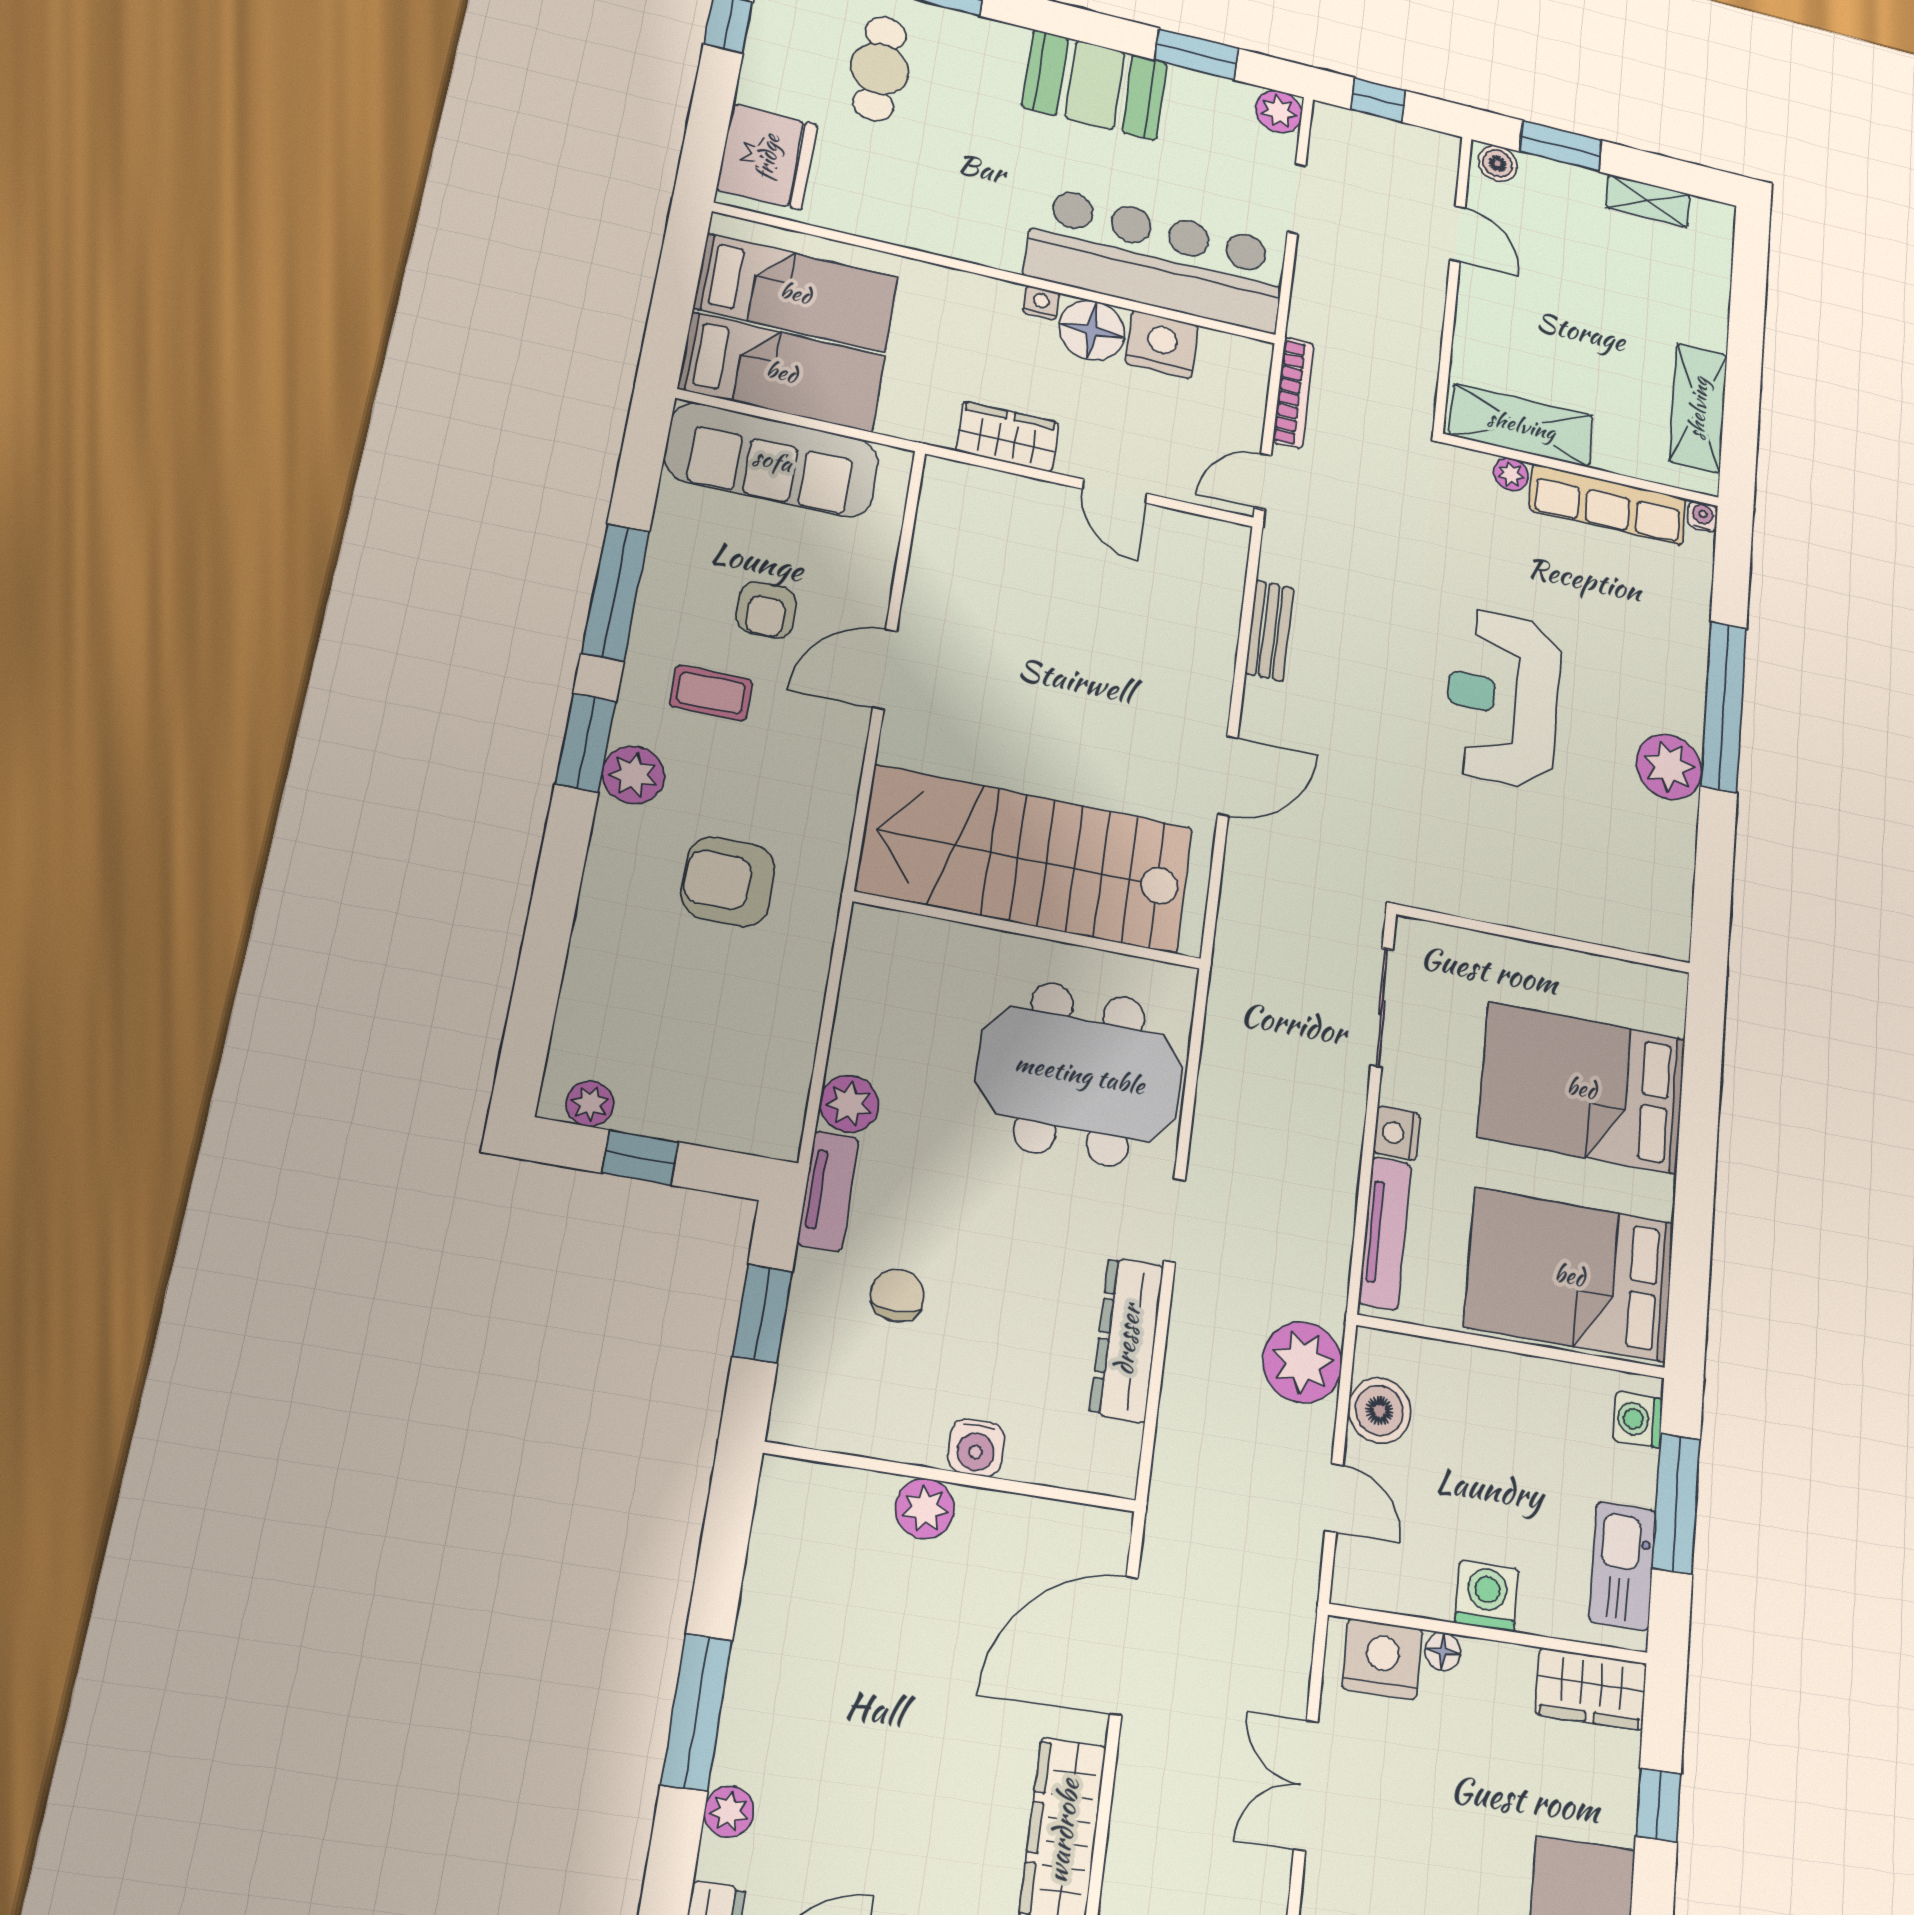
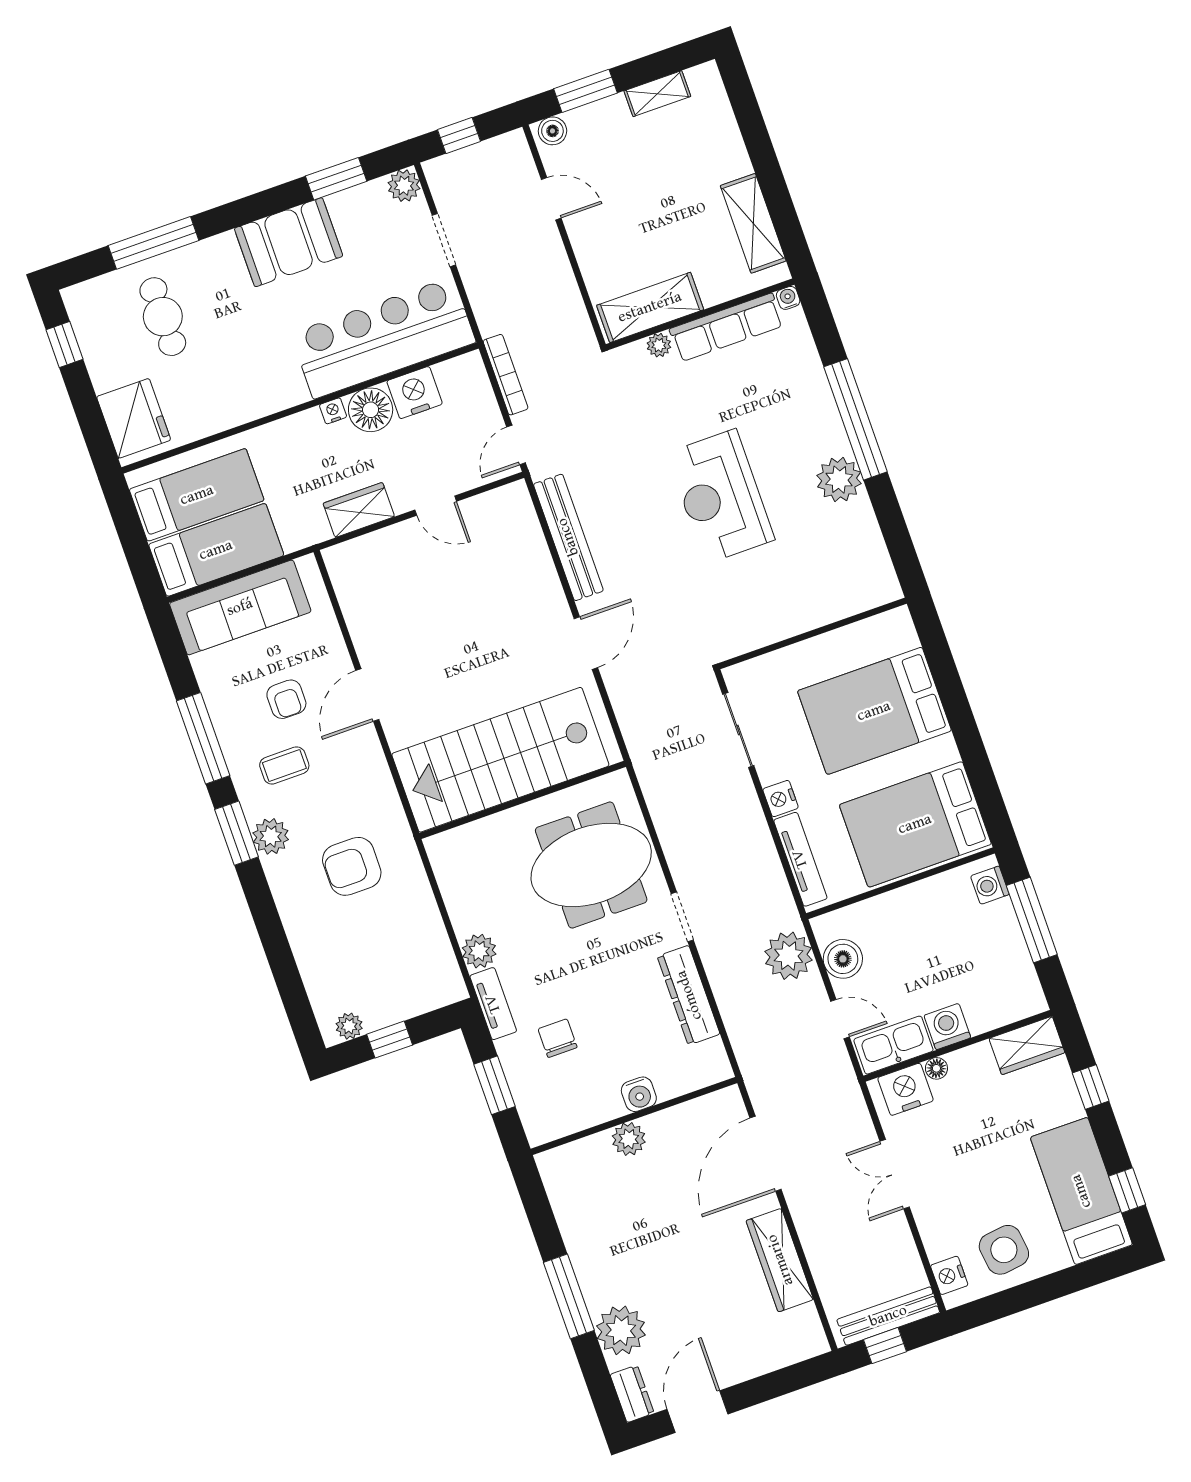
bench: (1269, 631) -> (568, 537), width x1.86, depth x1.21
kitchen sink: (1623, 1566) -> (893, 1045), moved, turned 90
plant: (729, 1812) -> (621, 1330), width x1.88, depth x1.88

